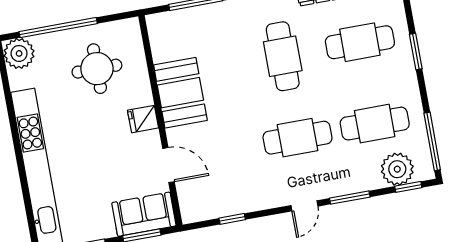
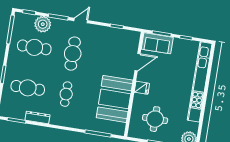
cafe table: (283, 56) -> (66, 94), width x0.73, depth x0.74
booth: (180, 93) -> (115, 99), width x1.36, depth x1.42
cafe table: (297, 138) -> (73, 54), turned 90
door: (168, 165) -> (138, 62), swing flipped
plant: (397, 169) -> (43, 24), moved

